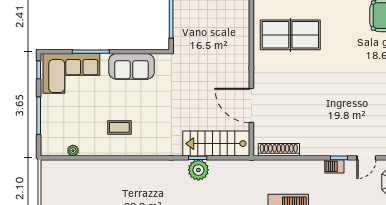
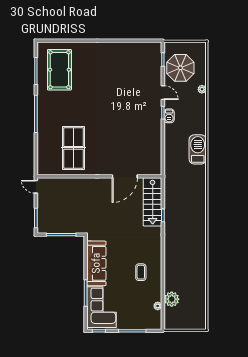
sofa: (132, 66) -> (96, 263), width x1.36
shoe rack: (279, 150) -> (157, 156), removed
plant: (198, 170) -> (172, 299), moved

